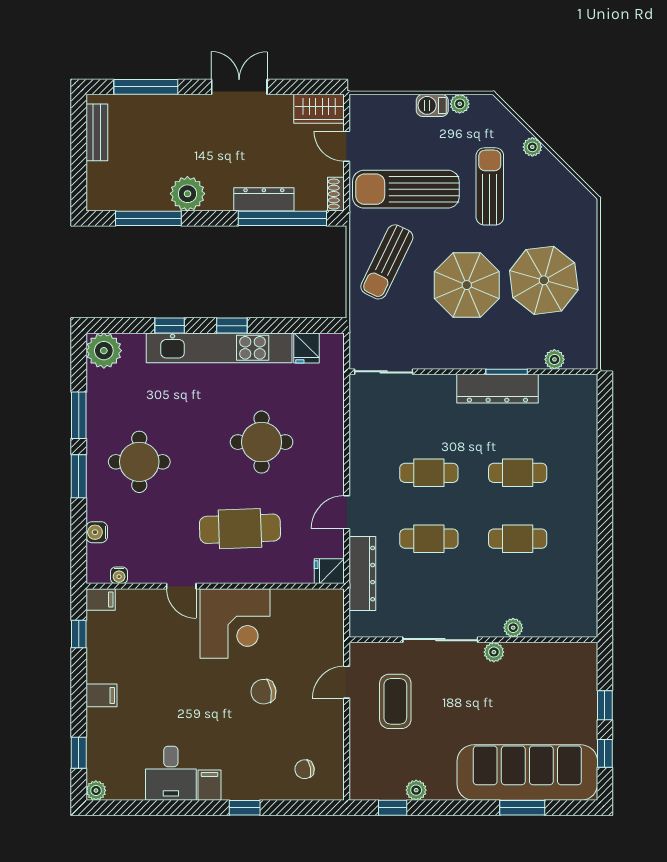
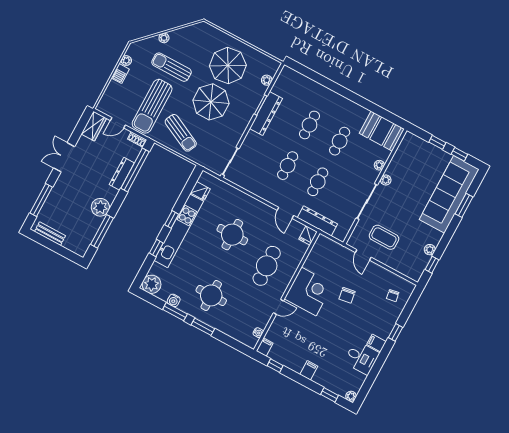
water cooler: (97, 532) -> (174, 300), moved
booth: (573, 601) -> (382, 131), added

